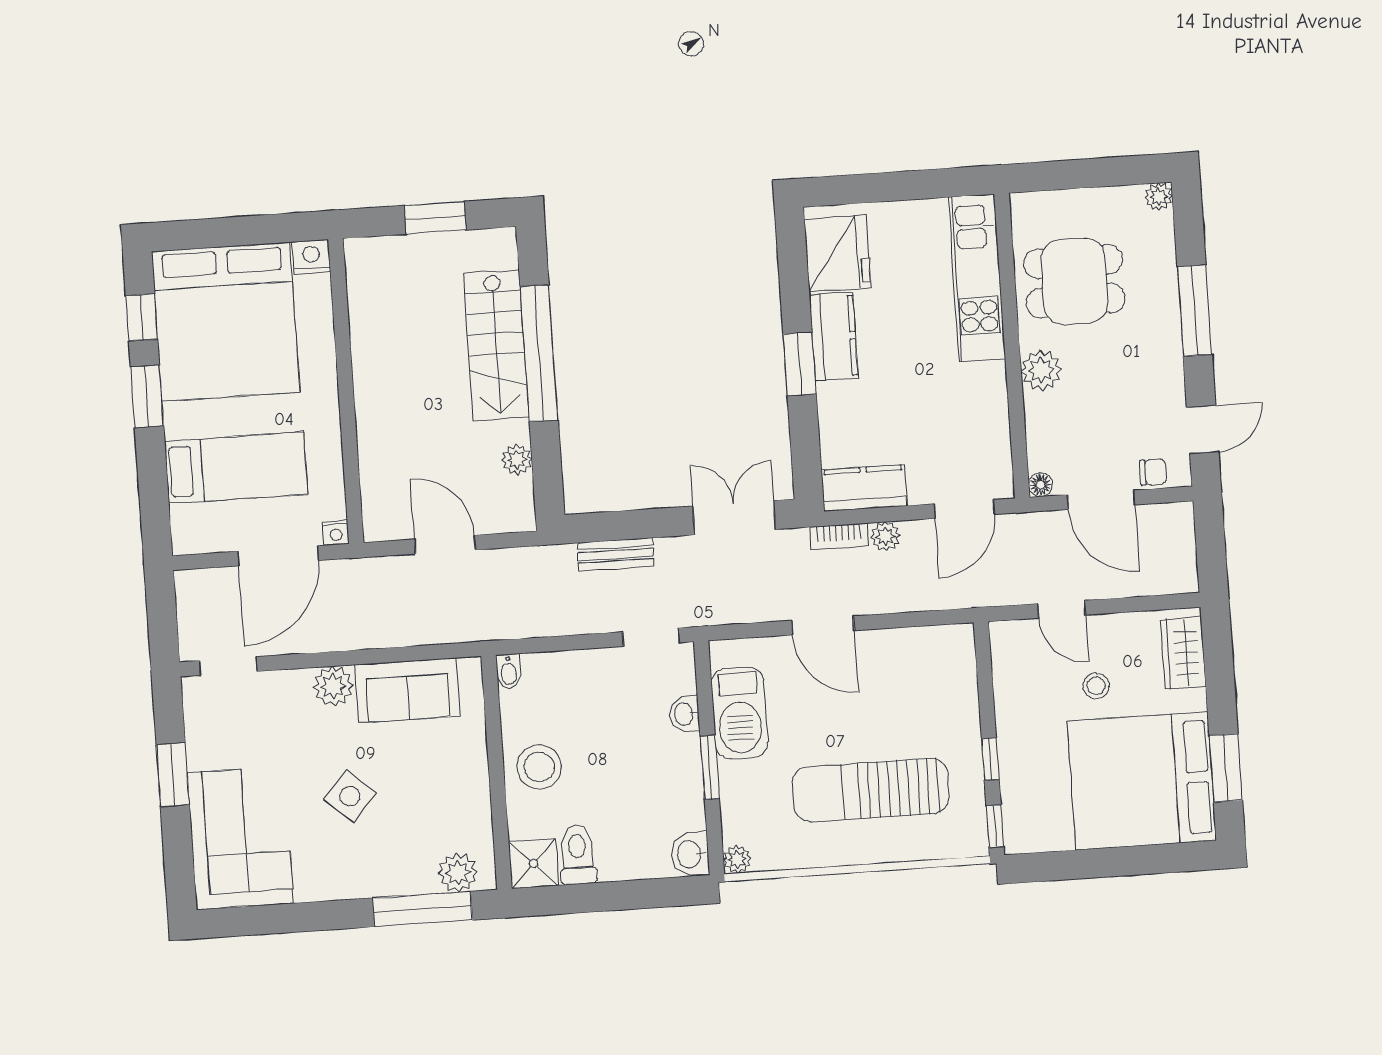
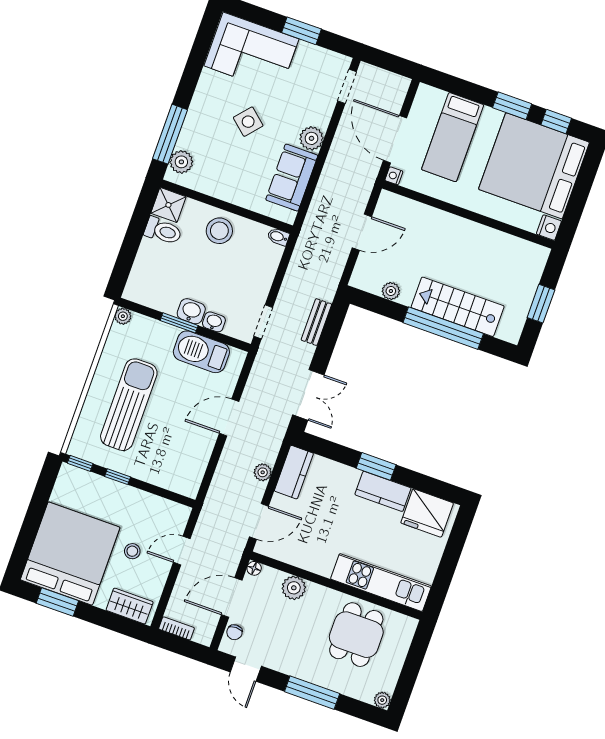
plant: (1041, 370) -> (294, 588), moved
door: (964, 509) -> (259, 521), swing flipped
bookcase: (839, 536) -> (176, 628), moved, turned 90
washbasin: (690, 854) -> (191, 311), moved

